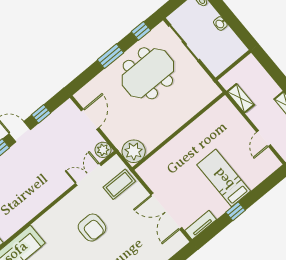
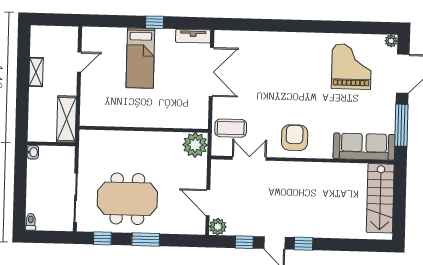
washbasin: (220, 23) -> (33, 152), moved
shelving: (241, 98) -> (67, 119), width x1.50, depth x1.33
door: (90, 119) -> (208, 203), hinge flipped
plant: (103, 150) -> (218, 227), moved
double door: (88, 175) -> (249, 158), swing flipped
armchair: (92, 228) -> (295, 138), moved

